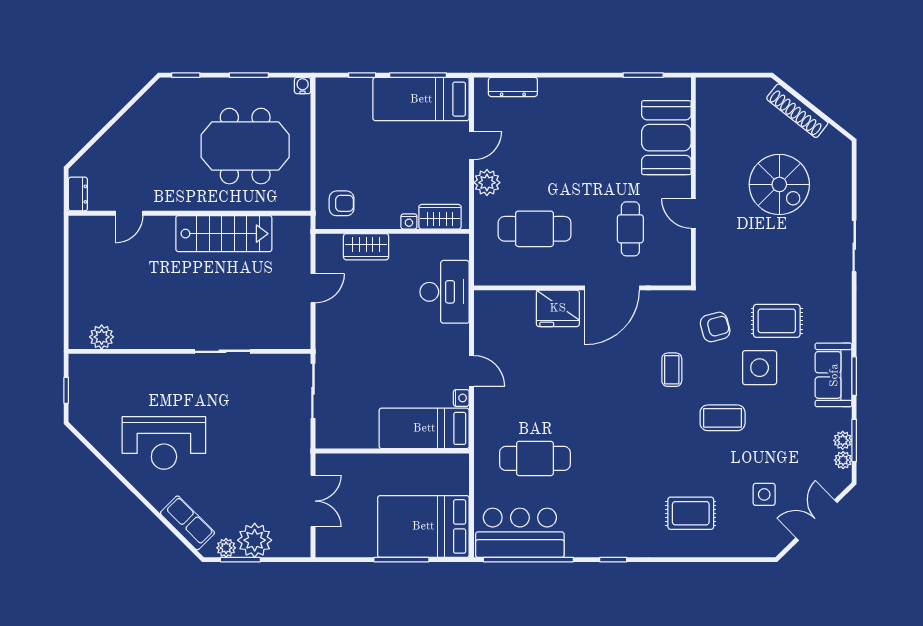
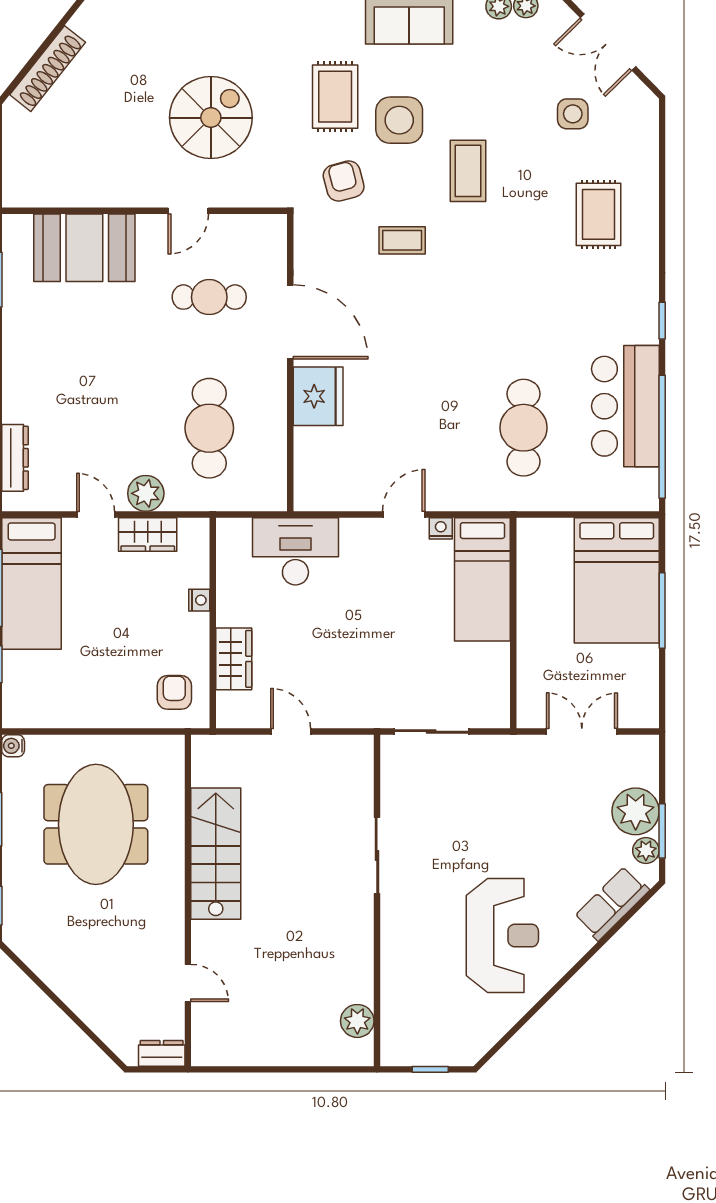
spiral stairs: (779, 184) -> (211, 118), moved
wardrobe: (440, 217) -> (148, 534), moved, turned -90
bar counter: (520, 533) -> (625, 406), moved

